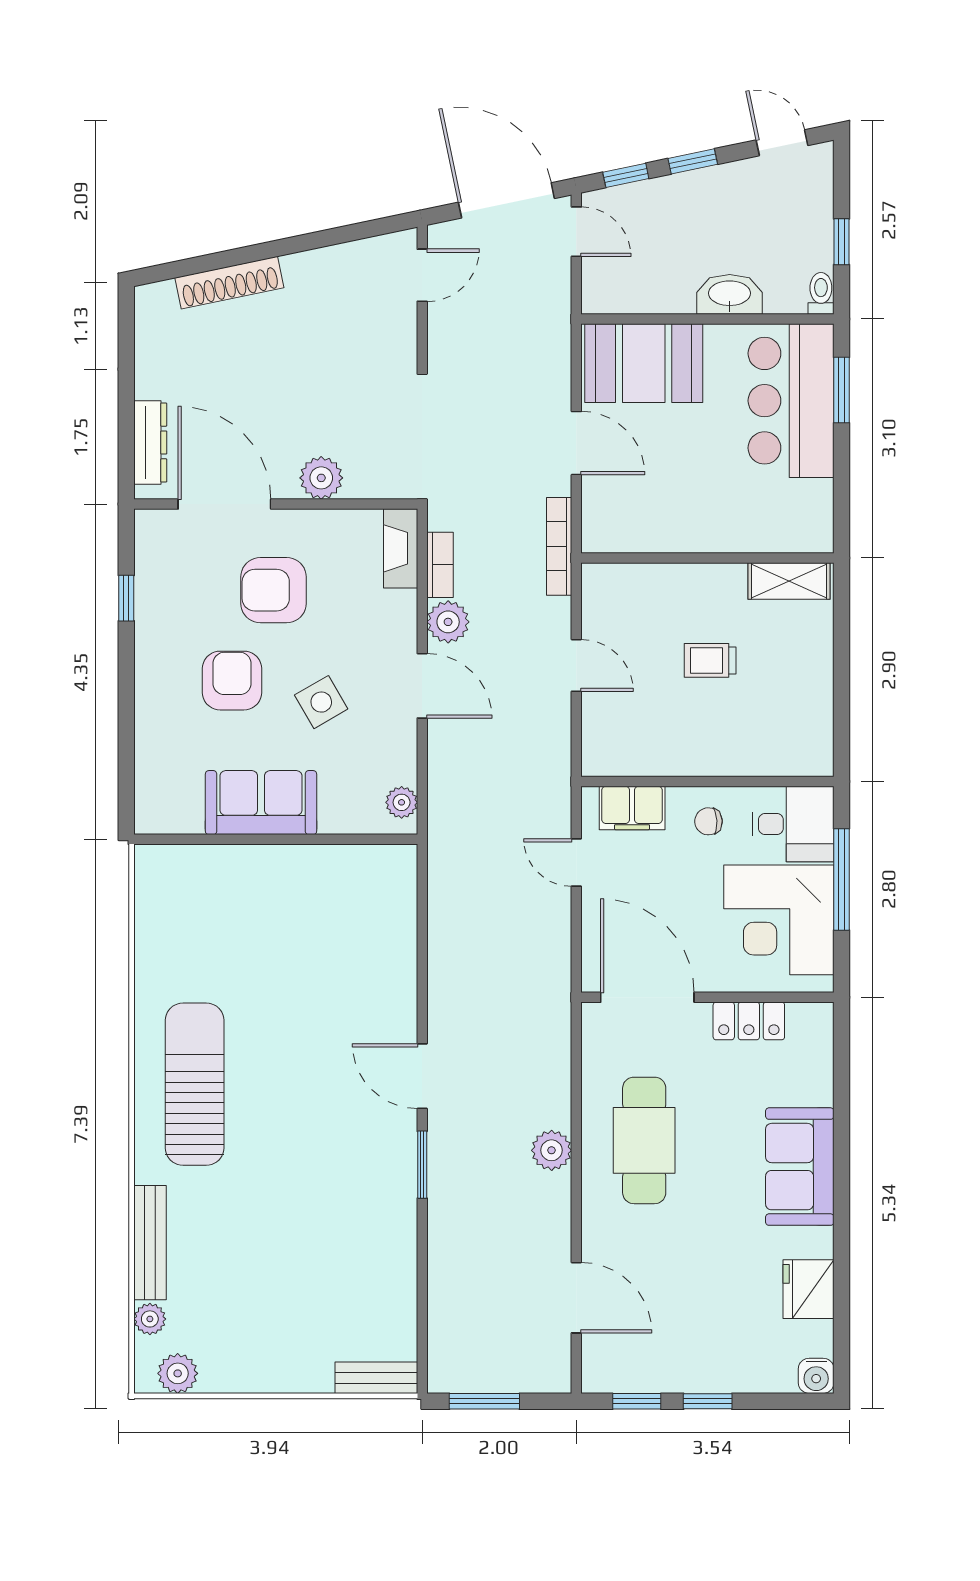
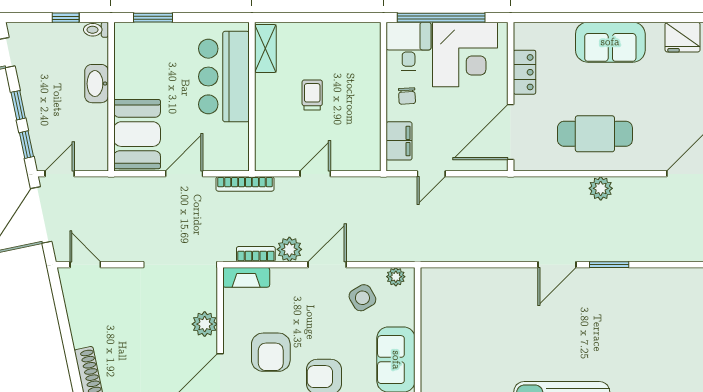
bar counter: (791, 401) -> (224, 77), moved, turned 90
trolley: (710, 660) -> (312, 95), turned 180
side table: (321, 702) -> (362, 298), moved
window: (842, 879) -> (441, 18), width x1.46

